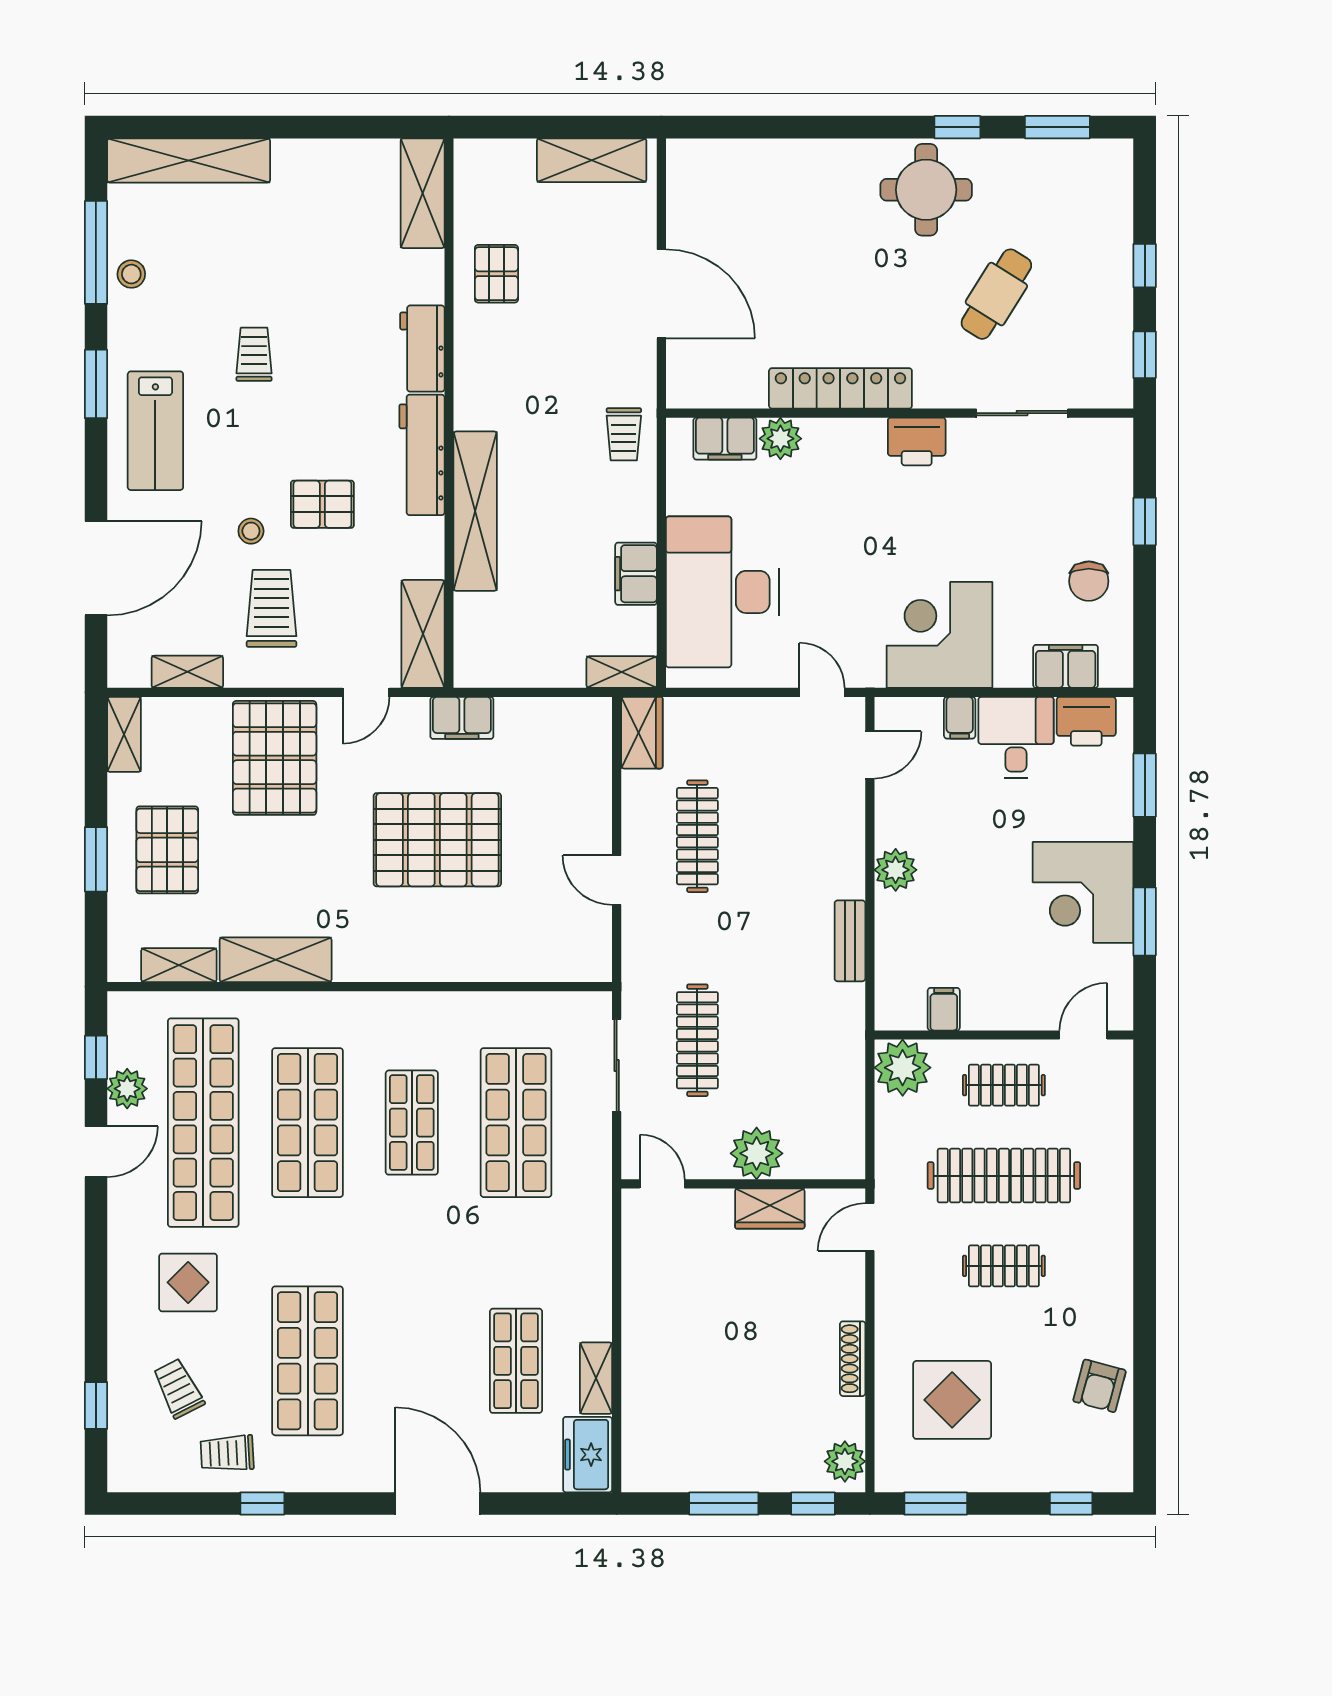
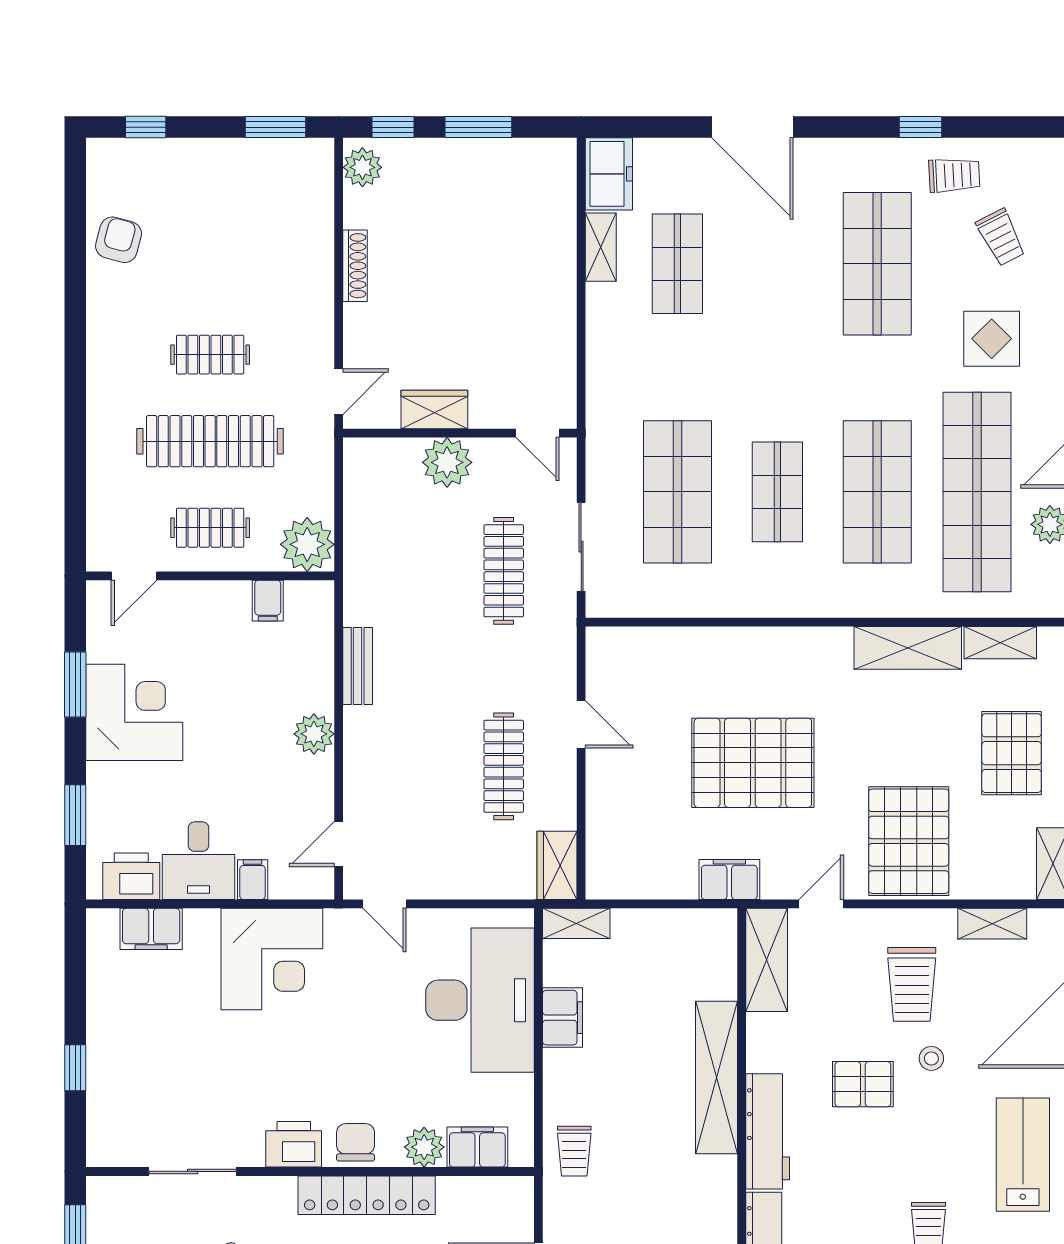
trolley: (624, 434) -> (574, 1151), turned 180
chair: (1089, 581) -> (356, 1142), moved
display table: (952, 1400) -> (260, 226), removed

